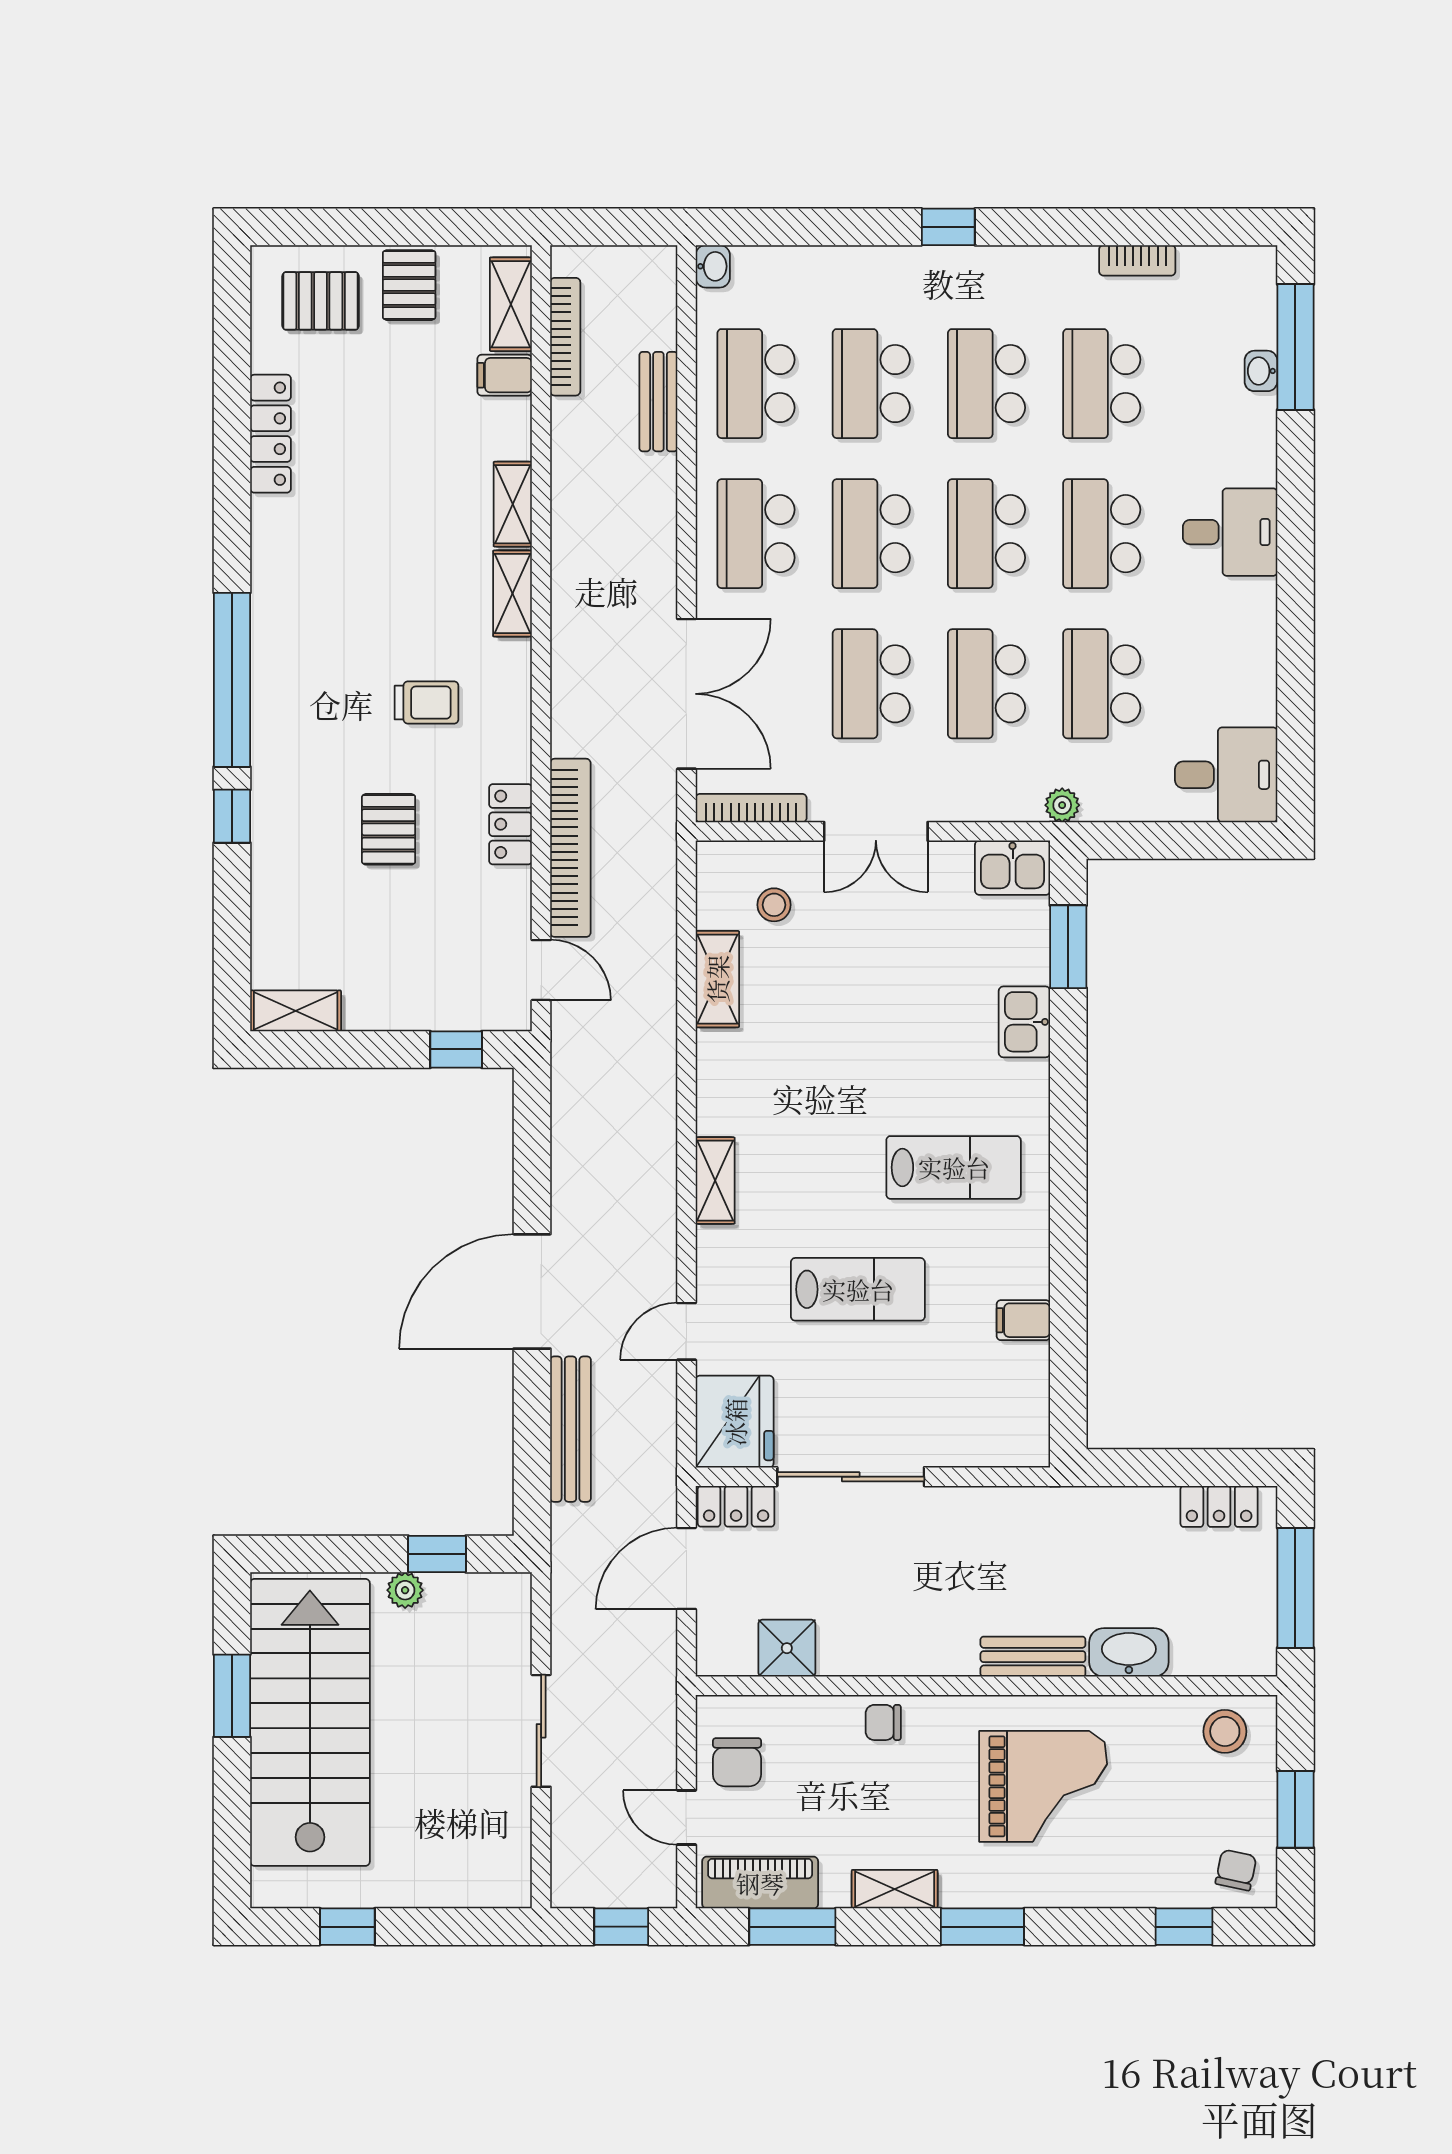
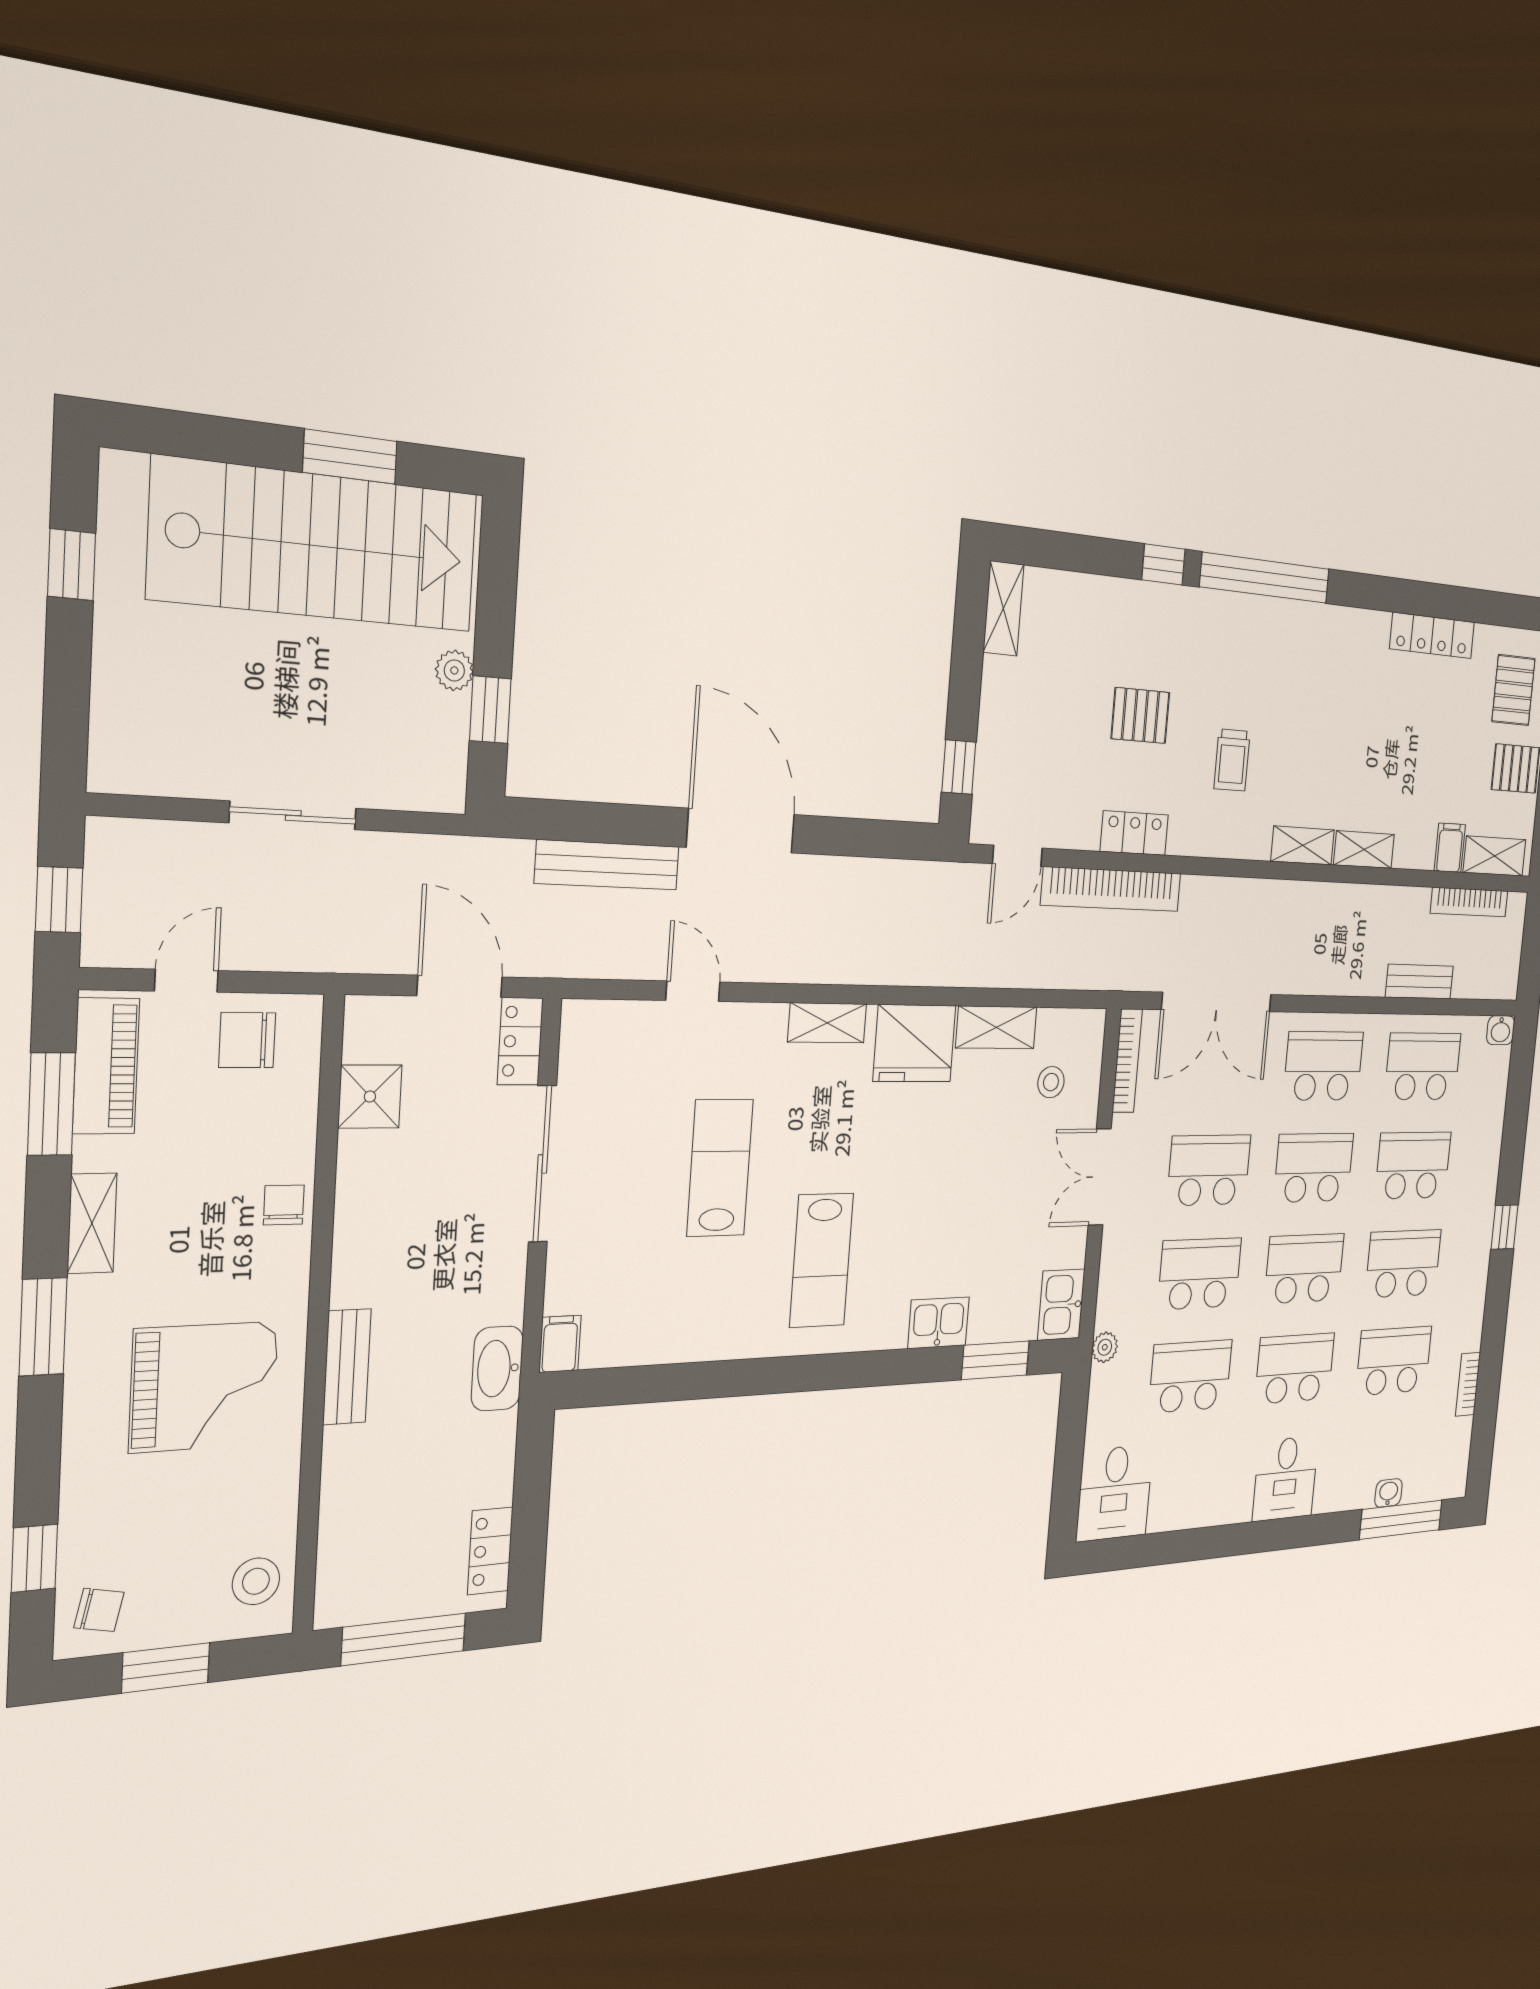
lab bench: (858, 1289) -> (720, 1168), turned 180
filing cabinet: (1023, 1320) -> (560, 1344), moved
fridge: (735, 1422) -> (915, 1043), moved
washbasin: (1129, 1652) -> (497, 1368), moved, turned 180
grand piano: (1043, 1786) -> (204, 1387), turned -90

